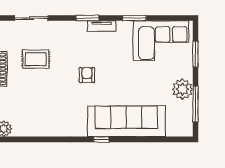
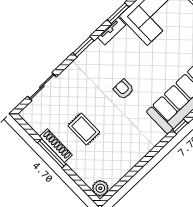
tv unit: (102, 26) -> (112, 31), moved
rug: (36, 59) -> (84, 129), moved, turned 90

